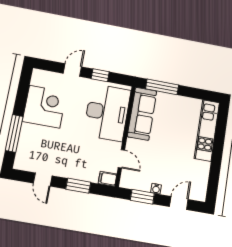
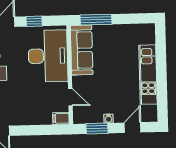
kitchen unit: (207, 130) -> (148, 75), moved
window: (78, 186) -> (35, 130), removed

